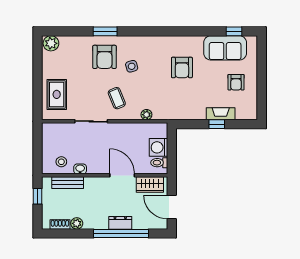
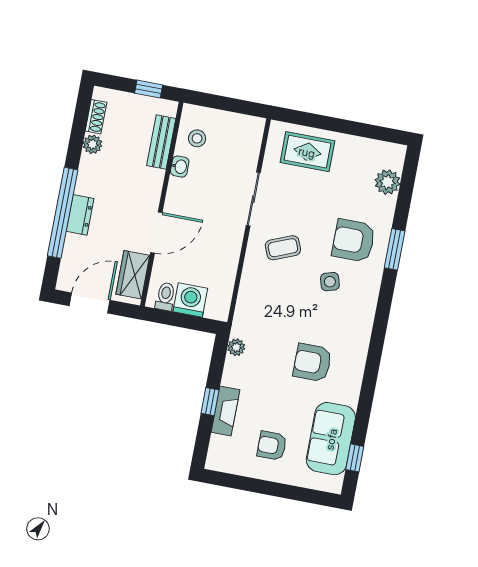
plant: (51, 43) -> (387, 182), moved
plant: (146, 115) -> (236, 347), moved

